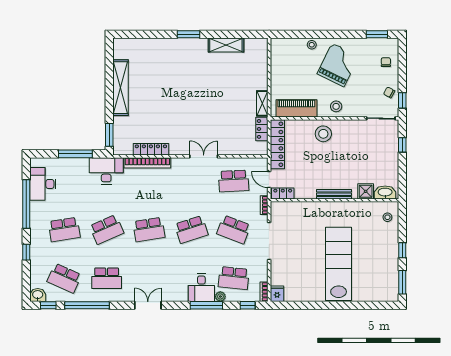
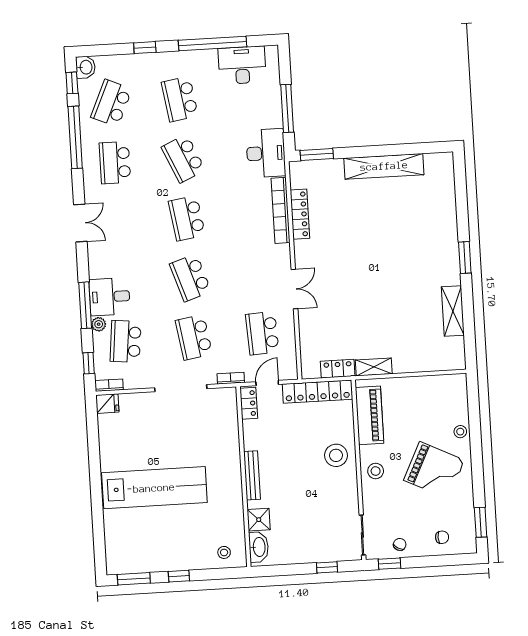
school desk: (234, 230) -> (194, 337), turned -30

